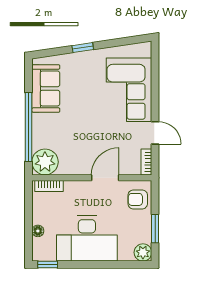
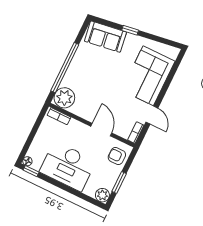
sofa: (46, 88) -> (105, 37), moved, turned 82
door: (105, 178) -> (101, 130), hinge flipped
floor lamp: (38, 231) -> (27, 161), moved

